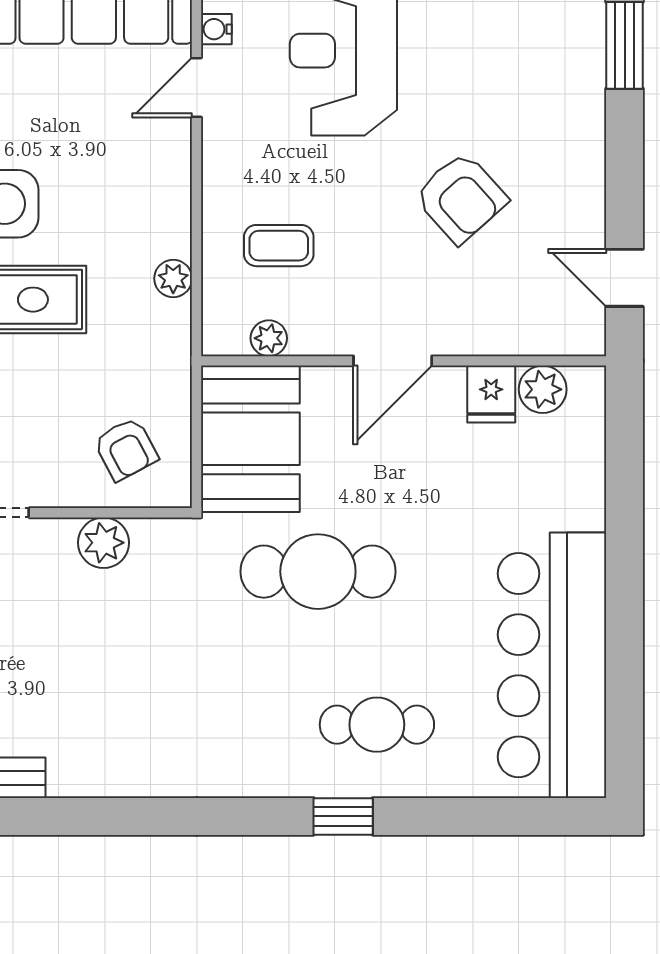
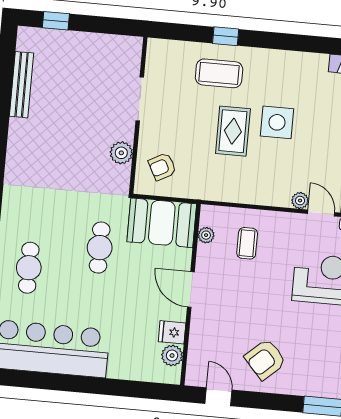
armchair: (461, 198) -> (265, 359), moved
plant: (173, 278) -> (300, 201), moved
door: (625, 278) -> (219, 397), hinge flipped
cafe table: (318, 572) -> (100, 248), width x0.73, depth x0.74

